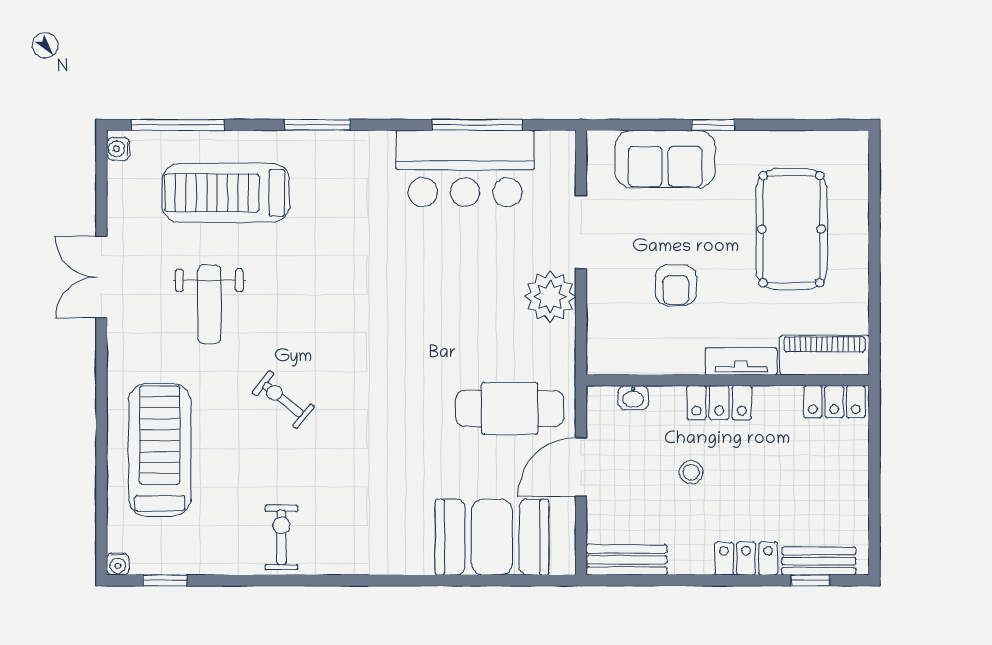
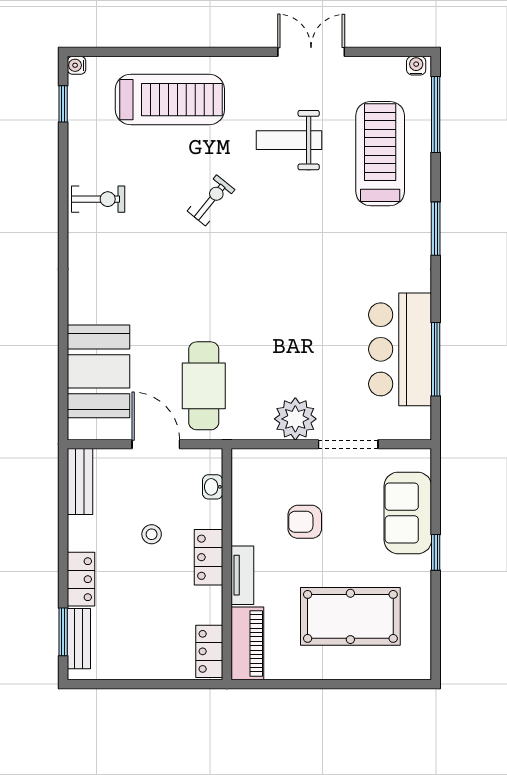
window: (810, 580) -> (63, 632), width x1.50

